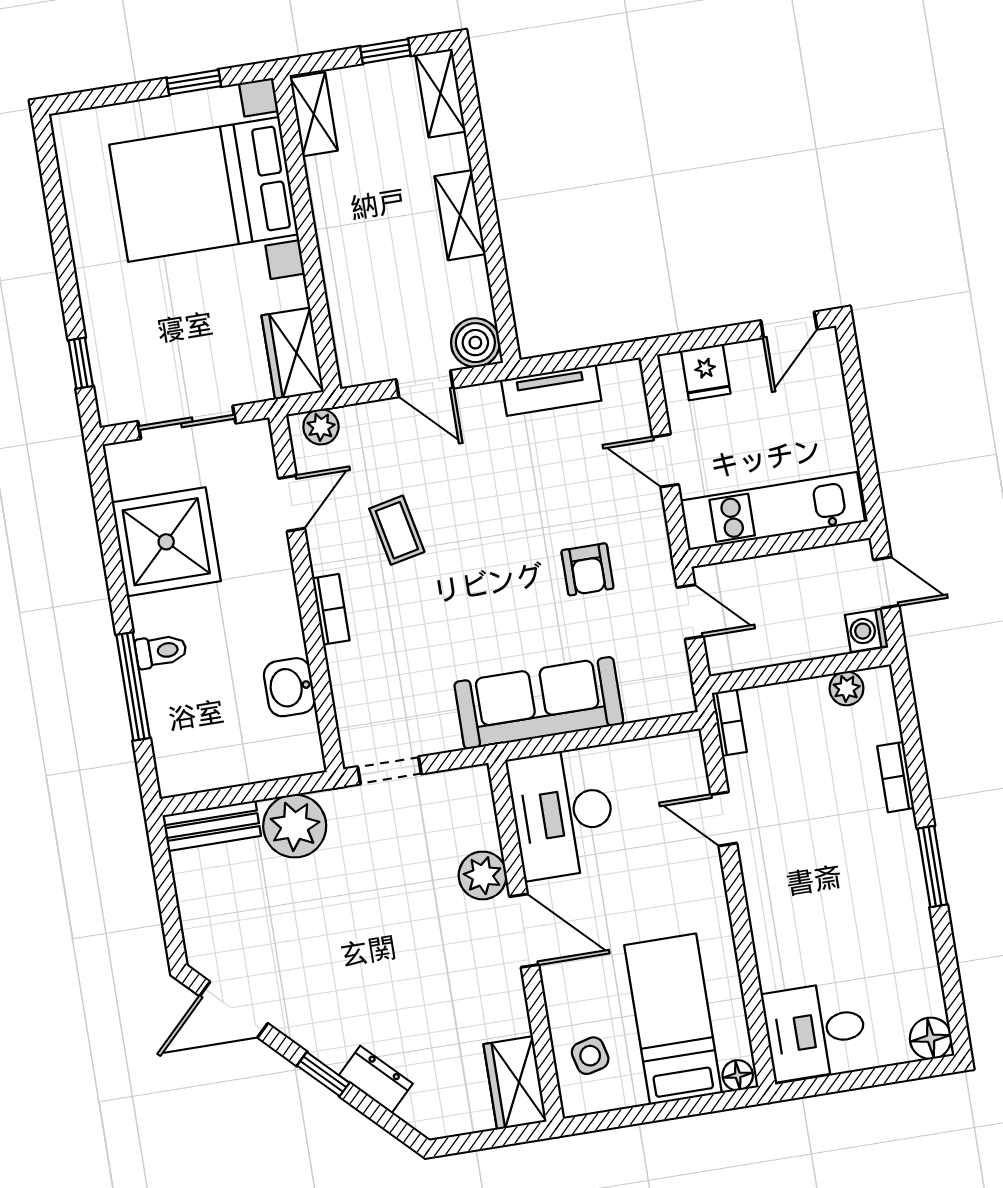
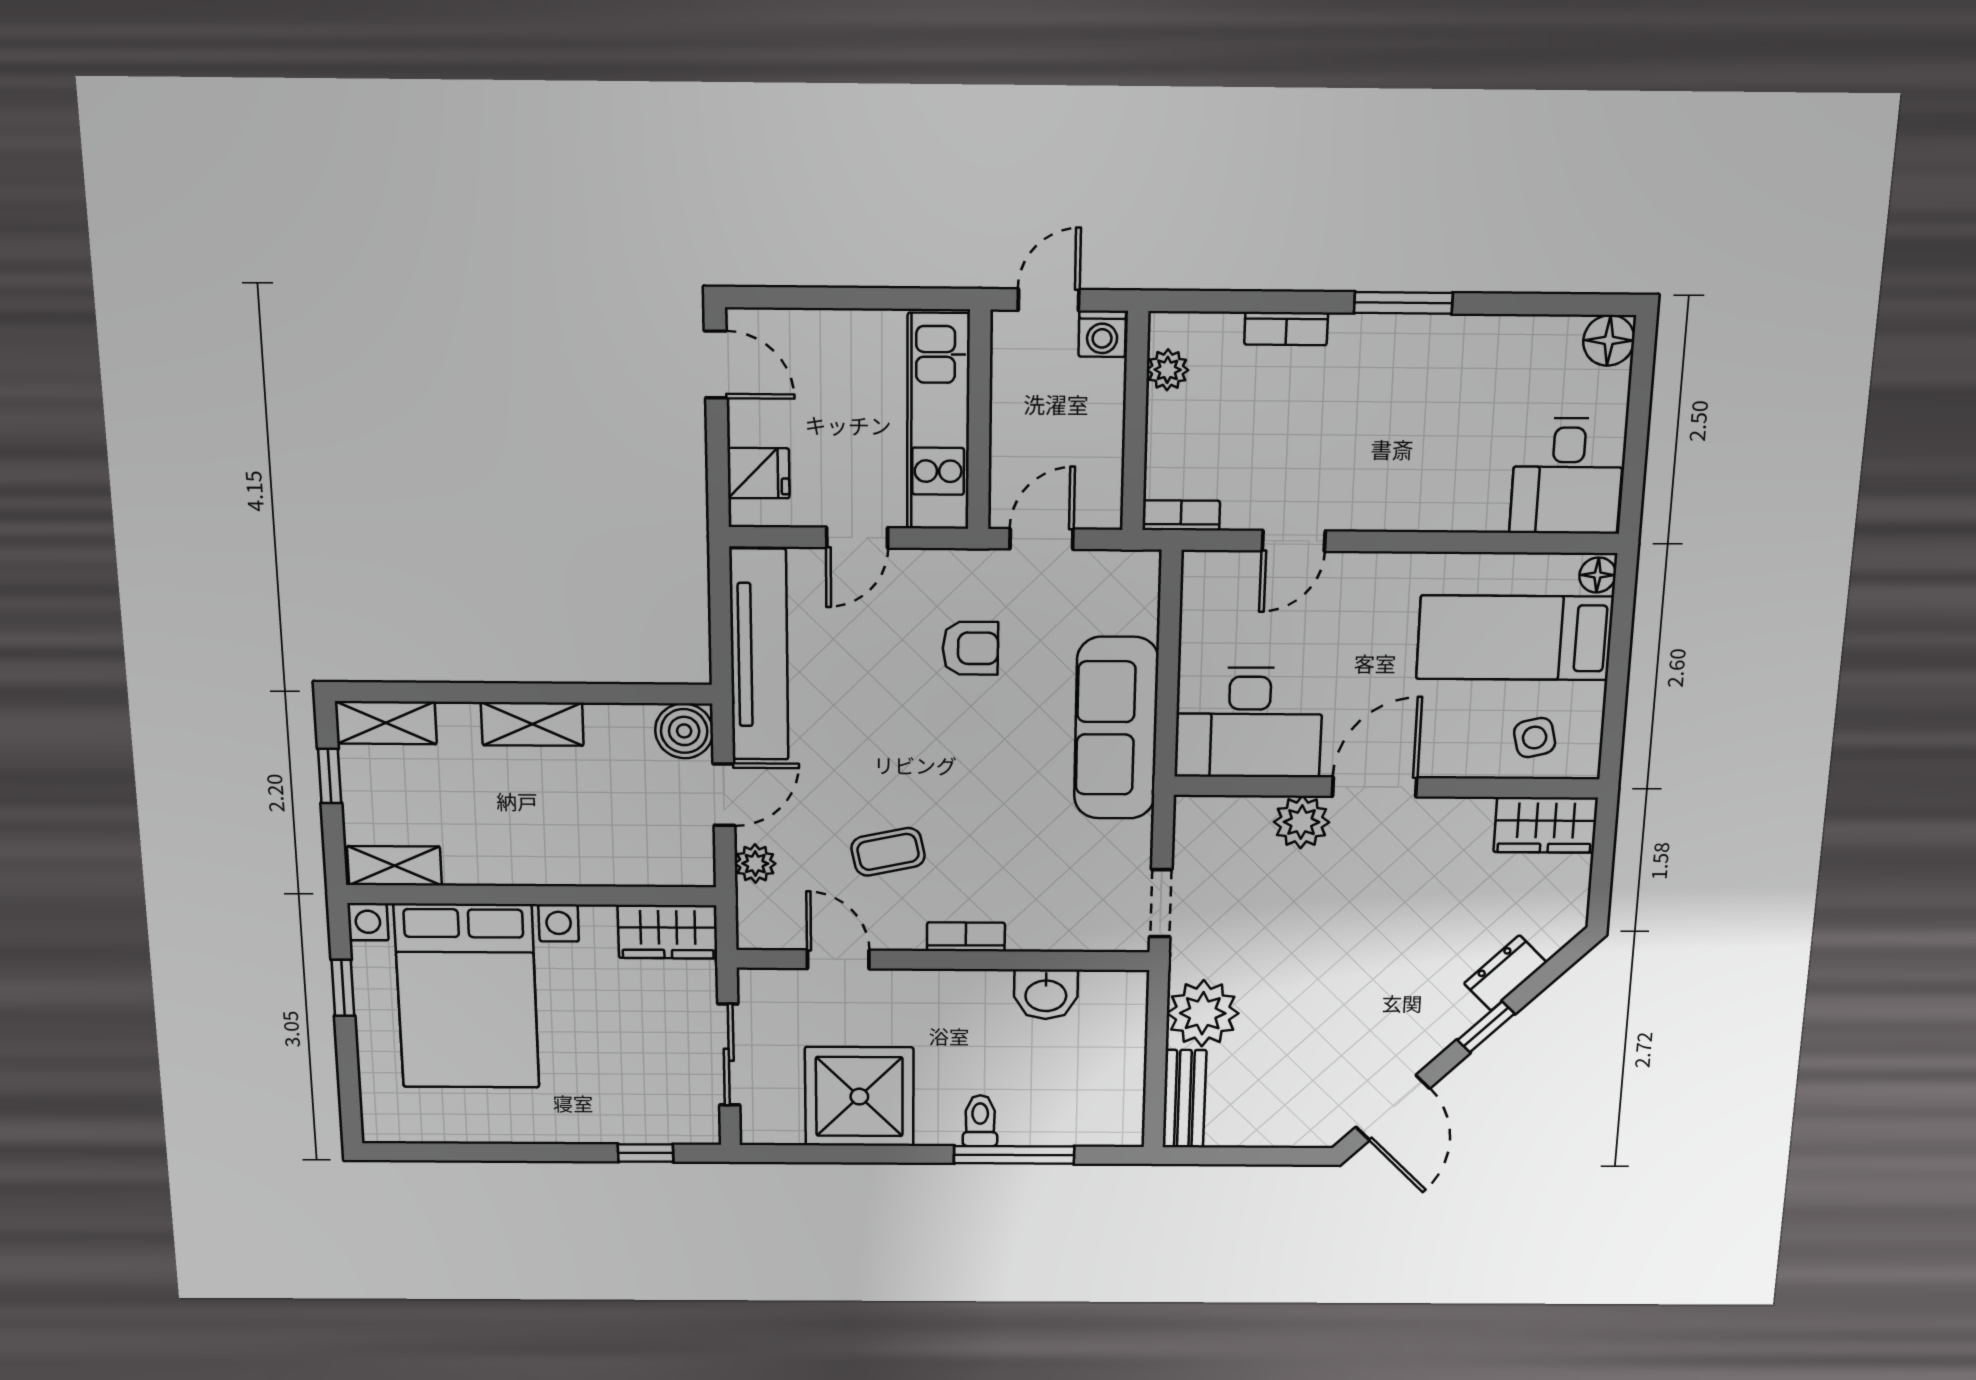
tv unit: (551, 390) -> (759, 655), width x1.92, depth x1.29
plant: (321, 427) -> (755, 864), moved

